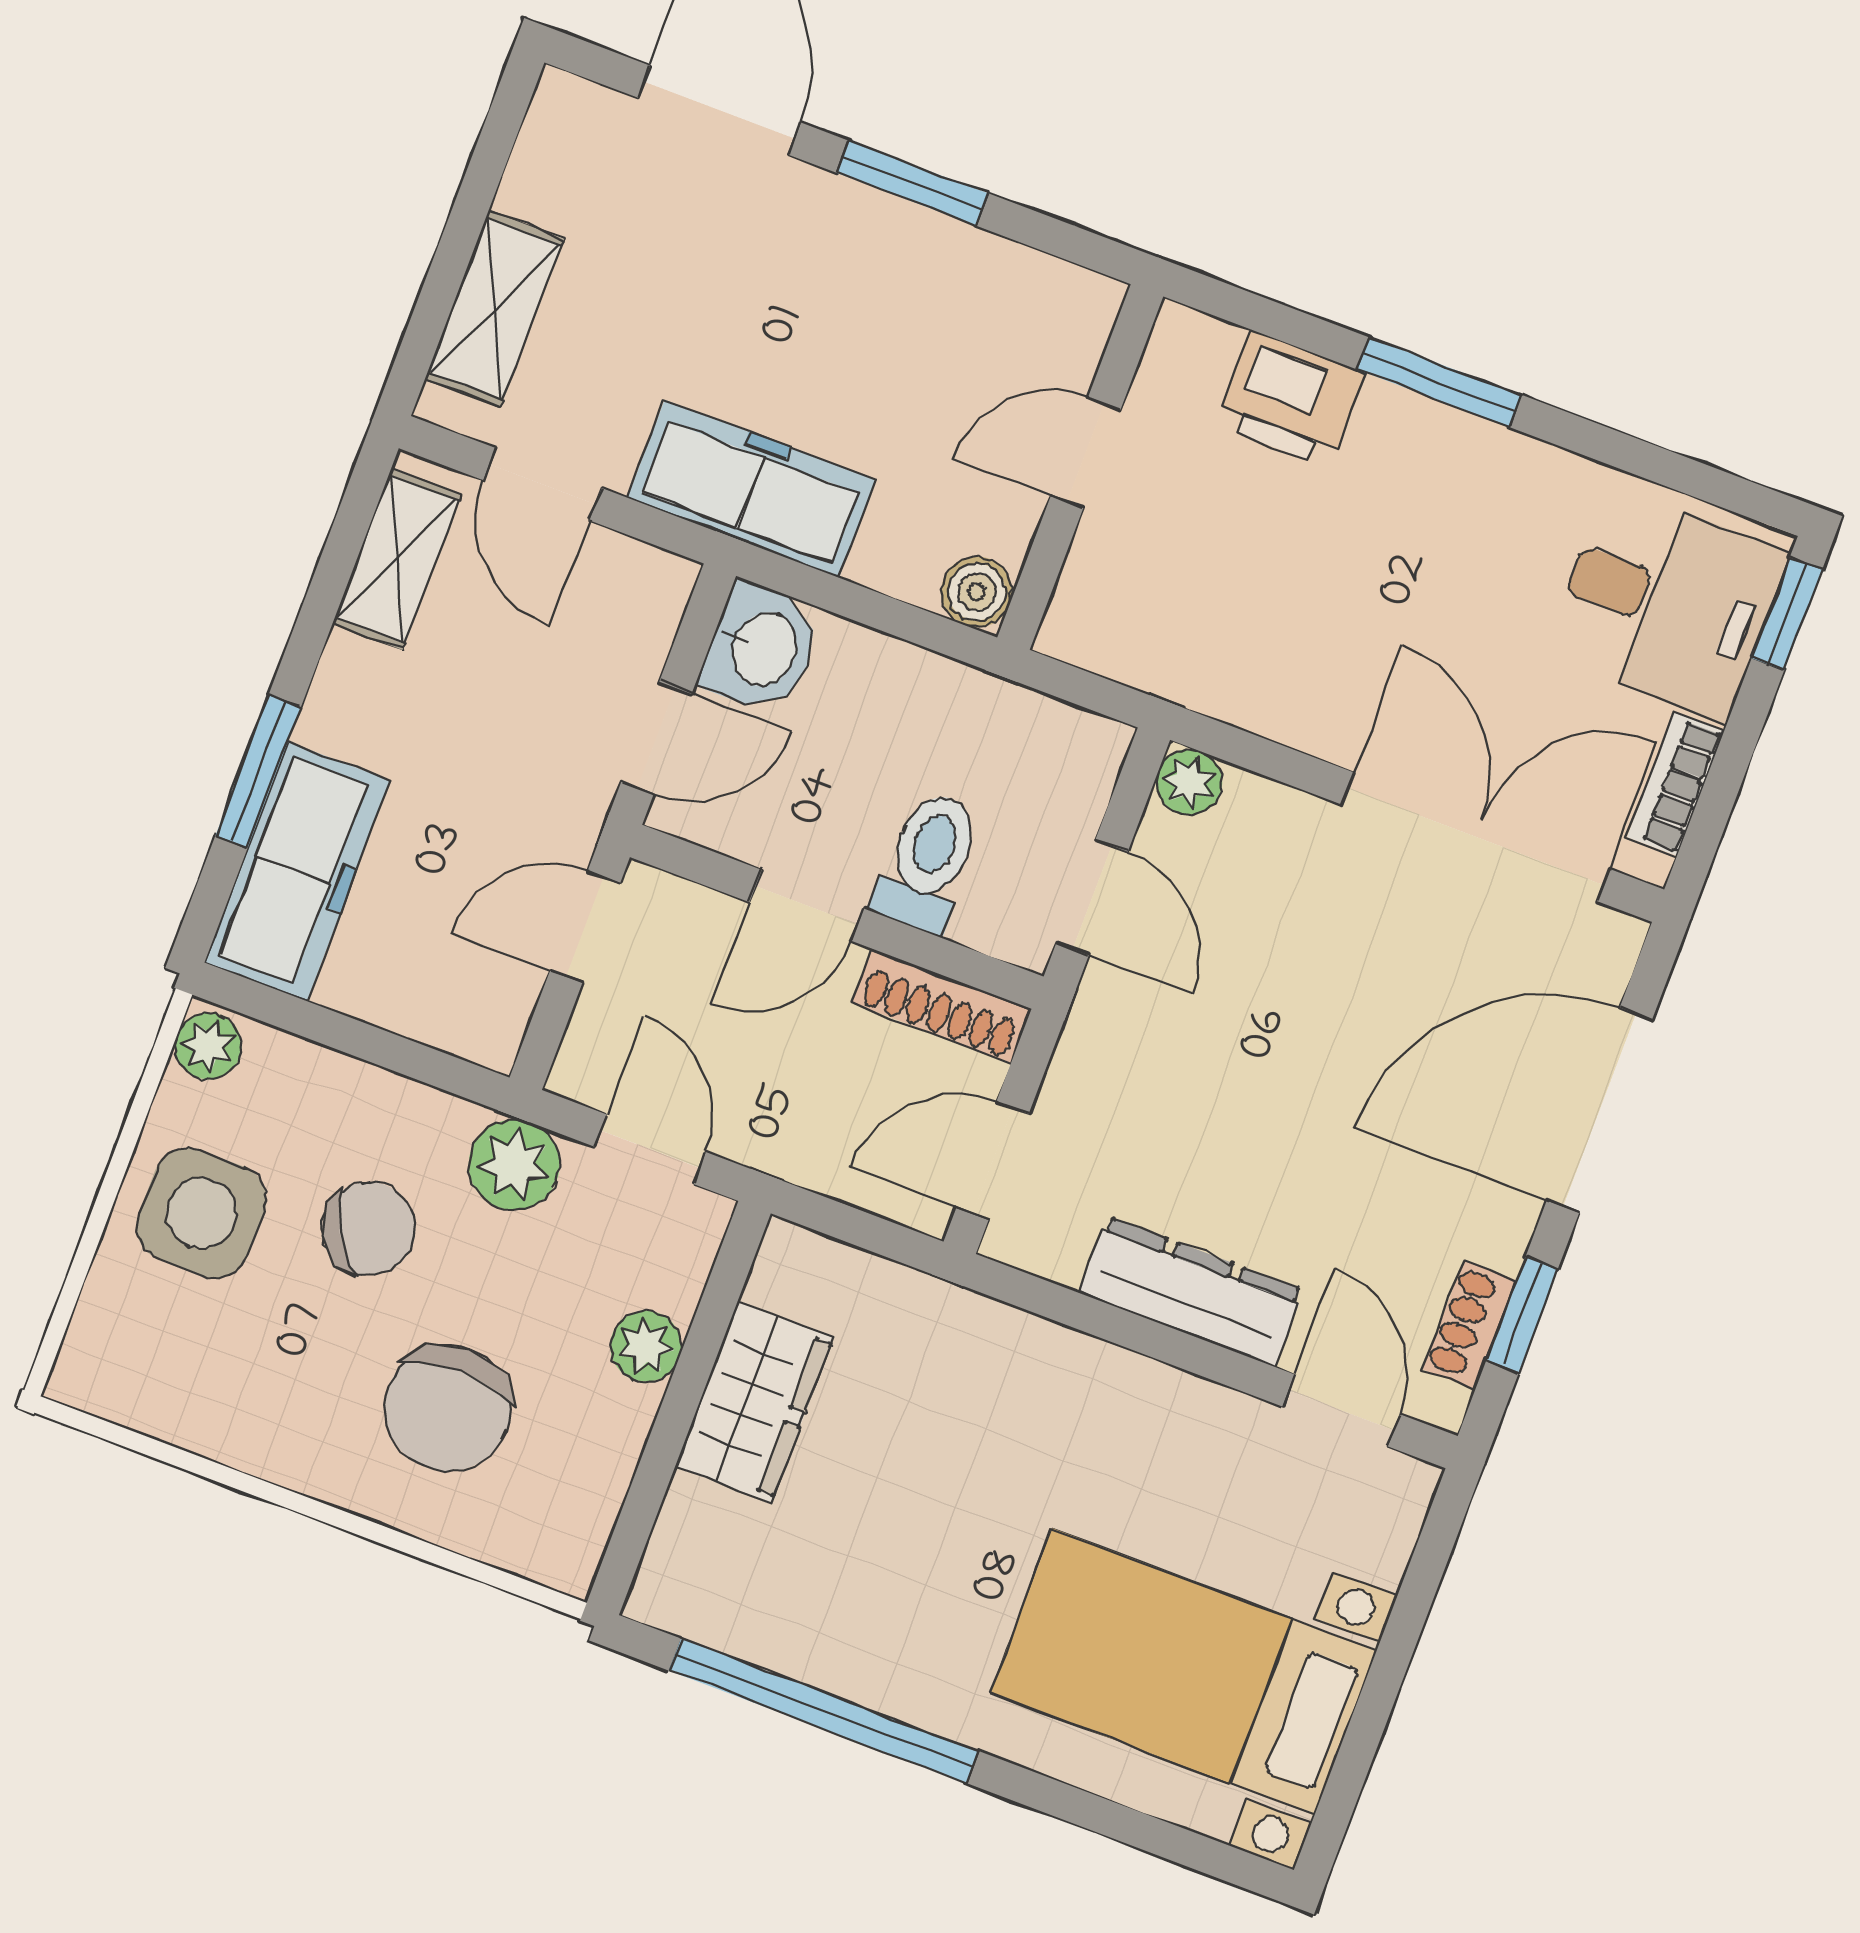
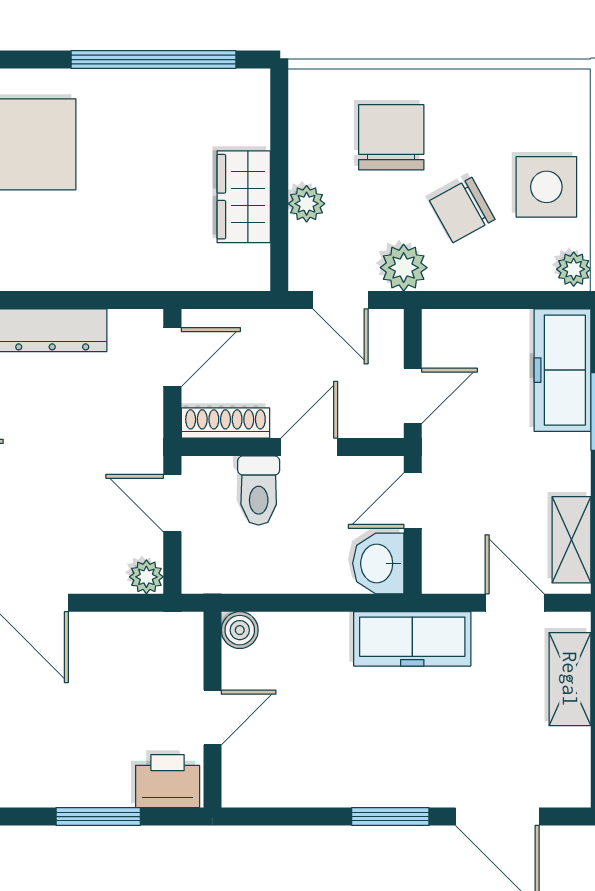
door: (1086, 453) -> (212, 717), moved
wall: (1080, 467) -> (212, 710), moved
boiler: (977, 592) -> (240, 630), moved

